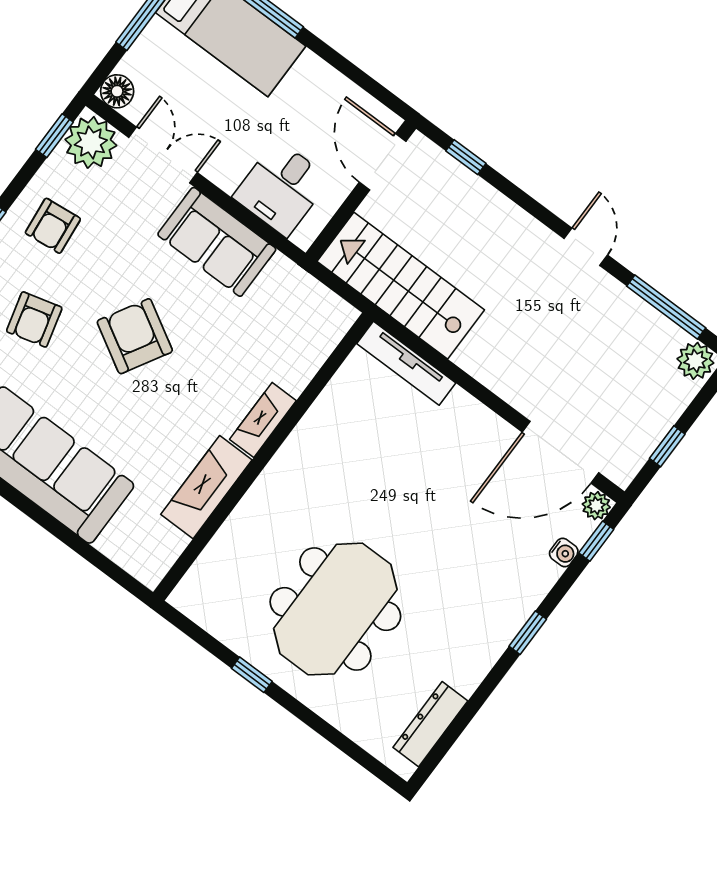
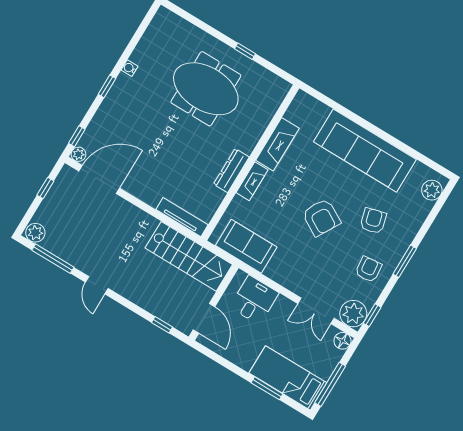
sofa: (217, 242) -> (246, 246), moved
water cooler: (564, 552) -> (129, 68), moved
meeting table: (335, 609) -> (206, 89), turned 90
dresser: (430, 724) -> (231, 171), moved, turned 180

